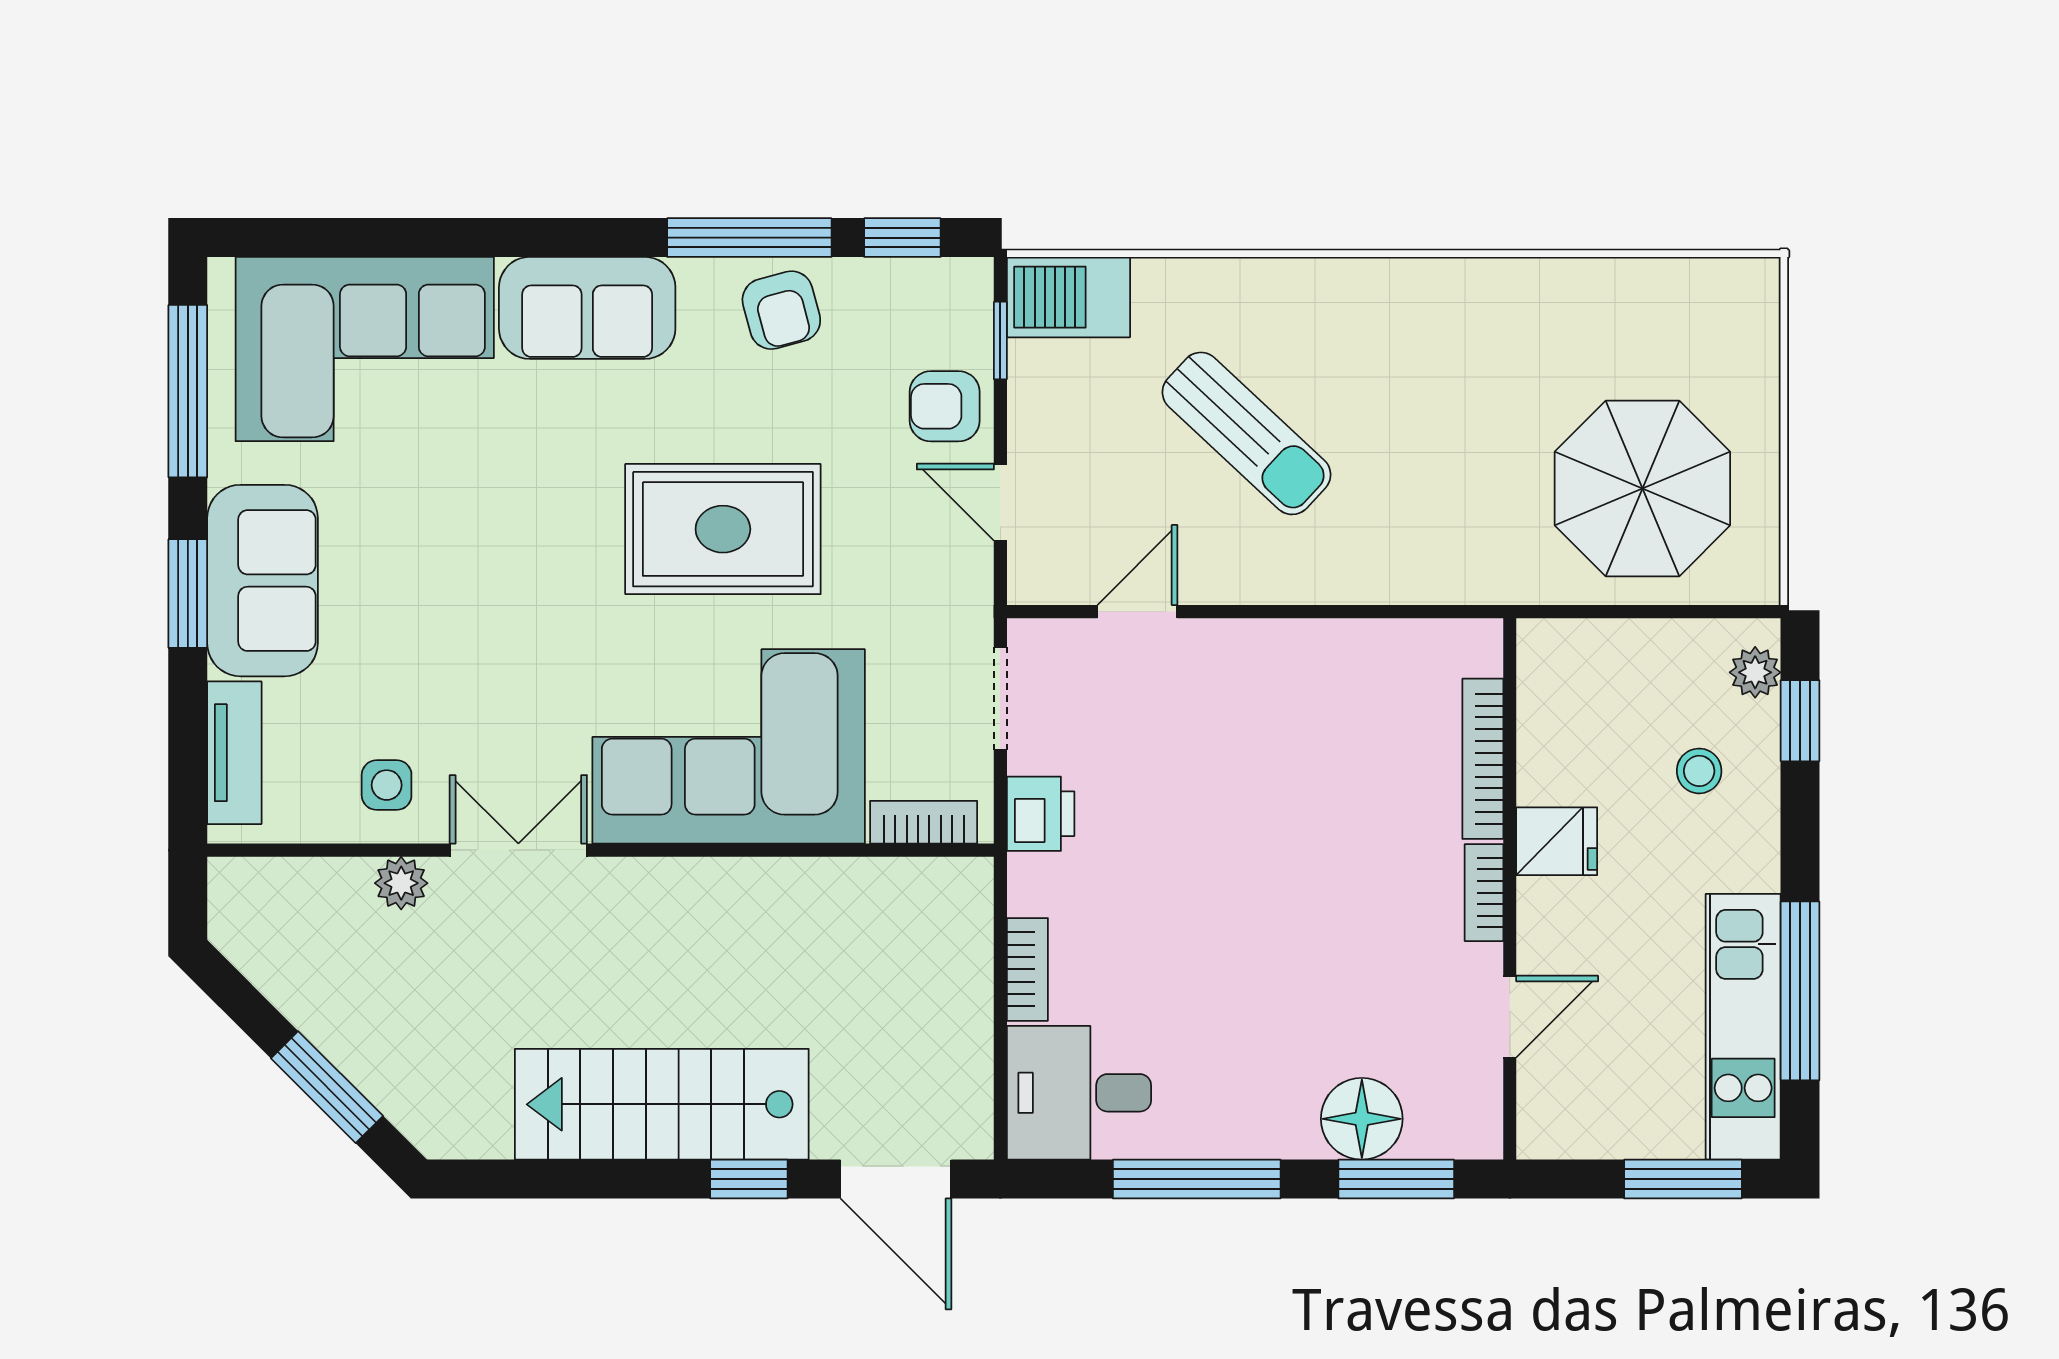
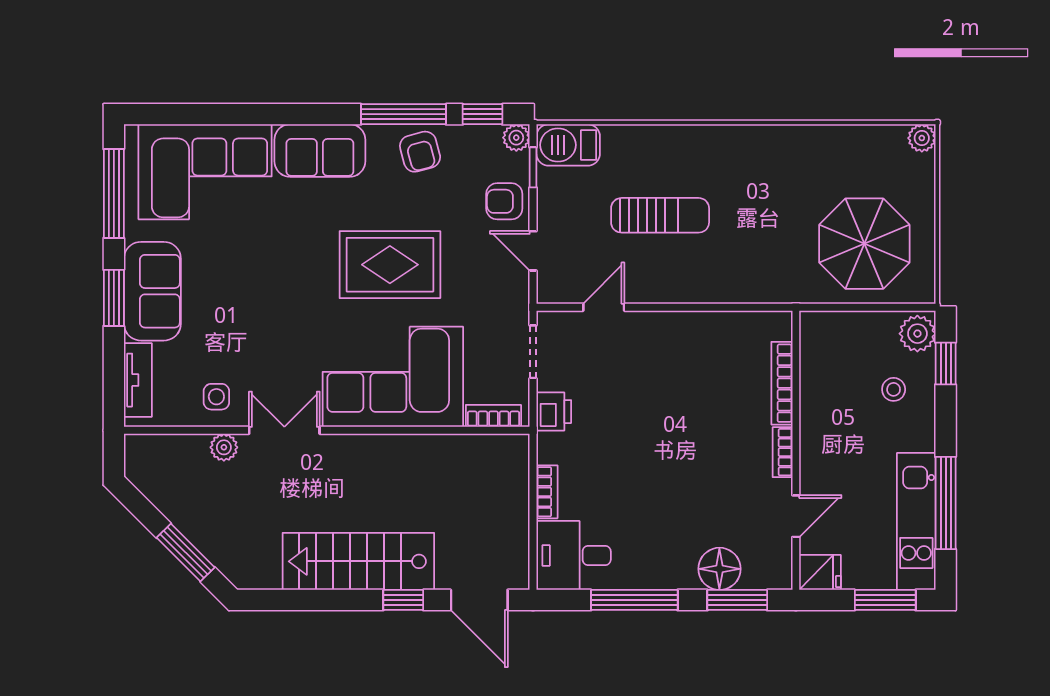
plant: (968, 283) -> (516, 138), added
plant: (1754, 284) -> (922, 138), added
sun lounger: (1247, 433) -> (660, 215), turned -43
plant: (1755, 672) -> (917, 334), width x1.38, depth x1.38
fridge: (1557, 841) -> (820, 572), moved

